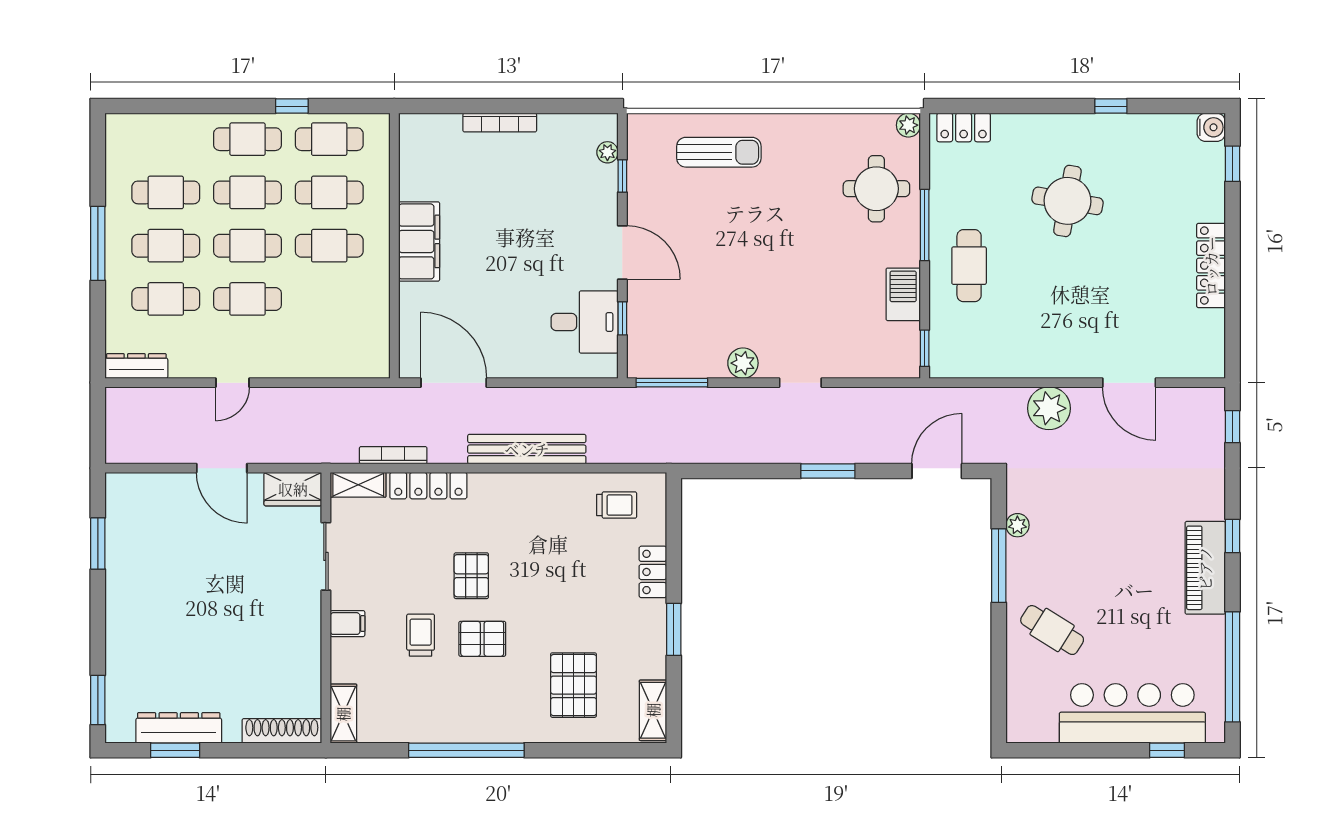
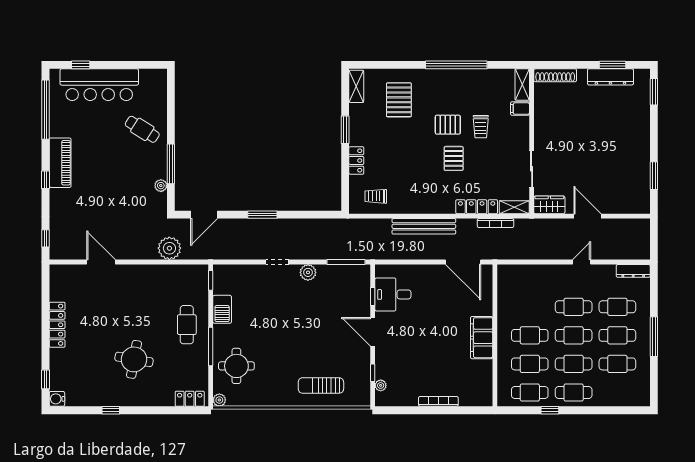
plant: (1049, 408) -> (169, 248), moved
filing cabinet: (347, 624) -> (520, 109), moved

